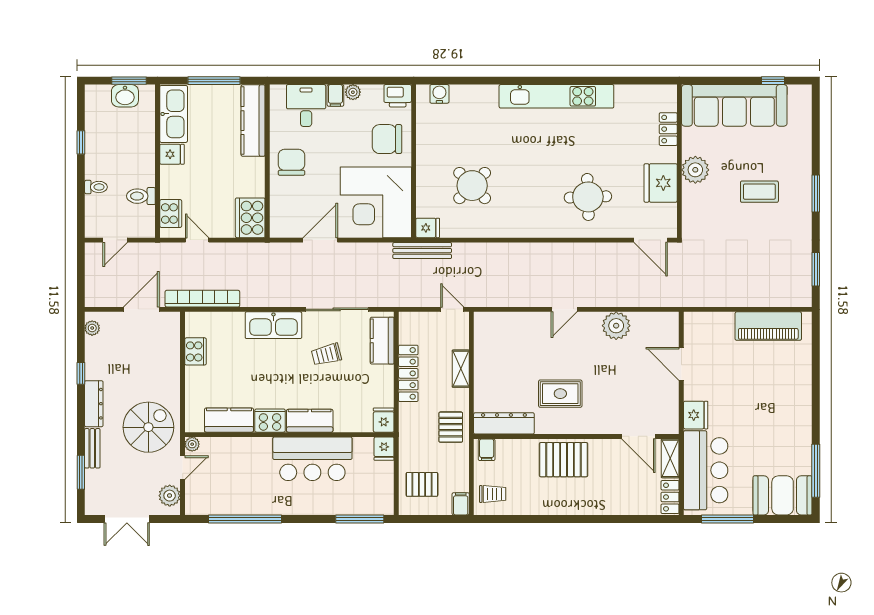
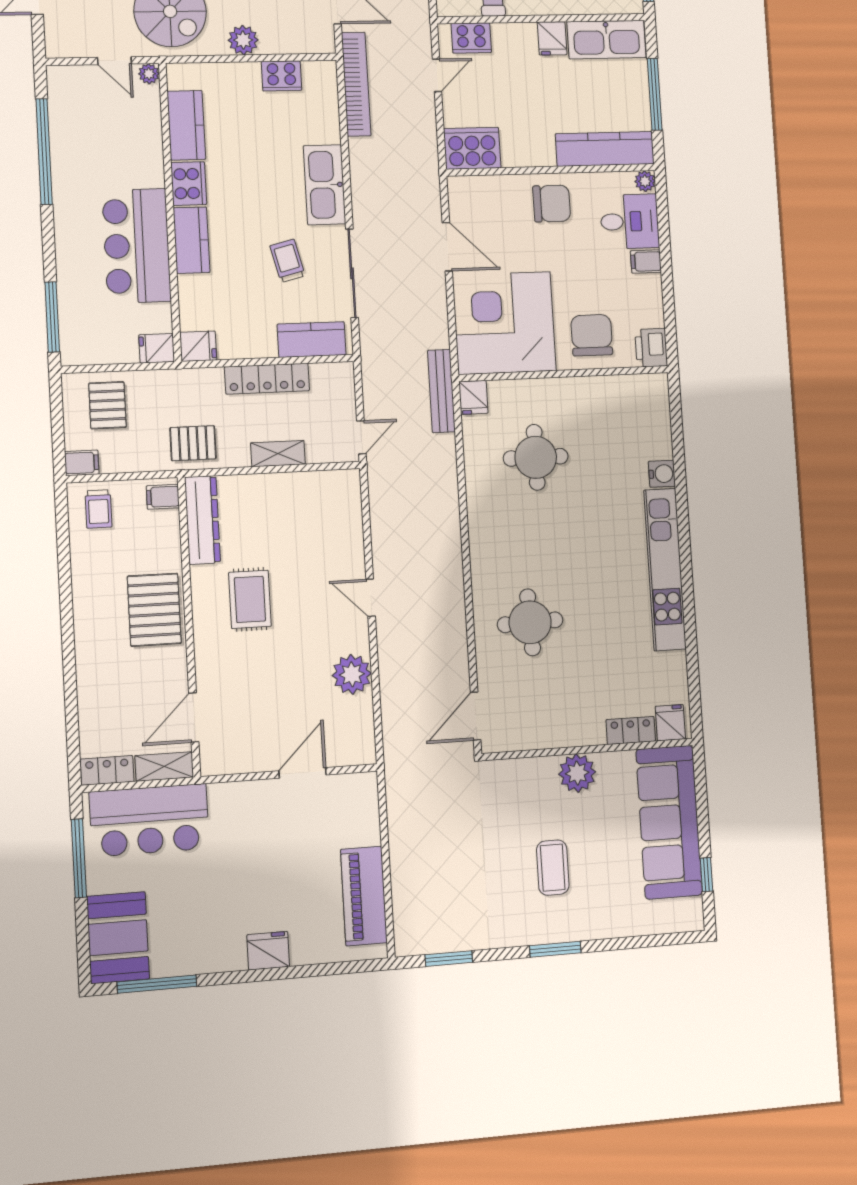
plant: (353, 92) -> (645, 181), moved
water cooler: (439, 94) -> (662, 474), moved
fridge: (661, 183) -> (670, 723), moved, width x0.53, depth x0.75
round table: (472, 186) -> (536, 457), turned 45
fridge: (696, 415) -> (268, 951), moved, turned 180
plant: (170, 496) -> (243, 40), moved

